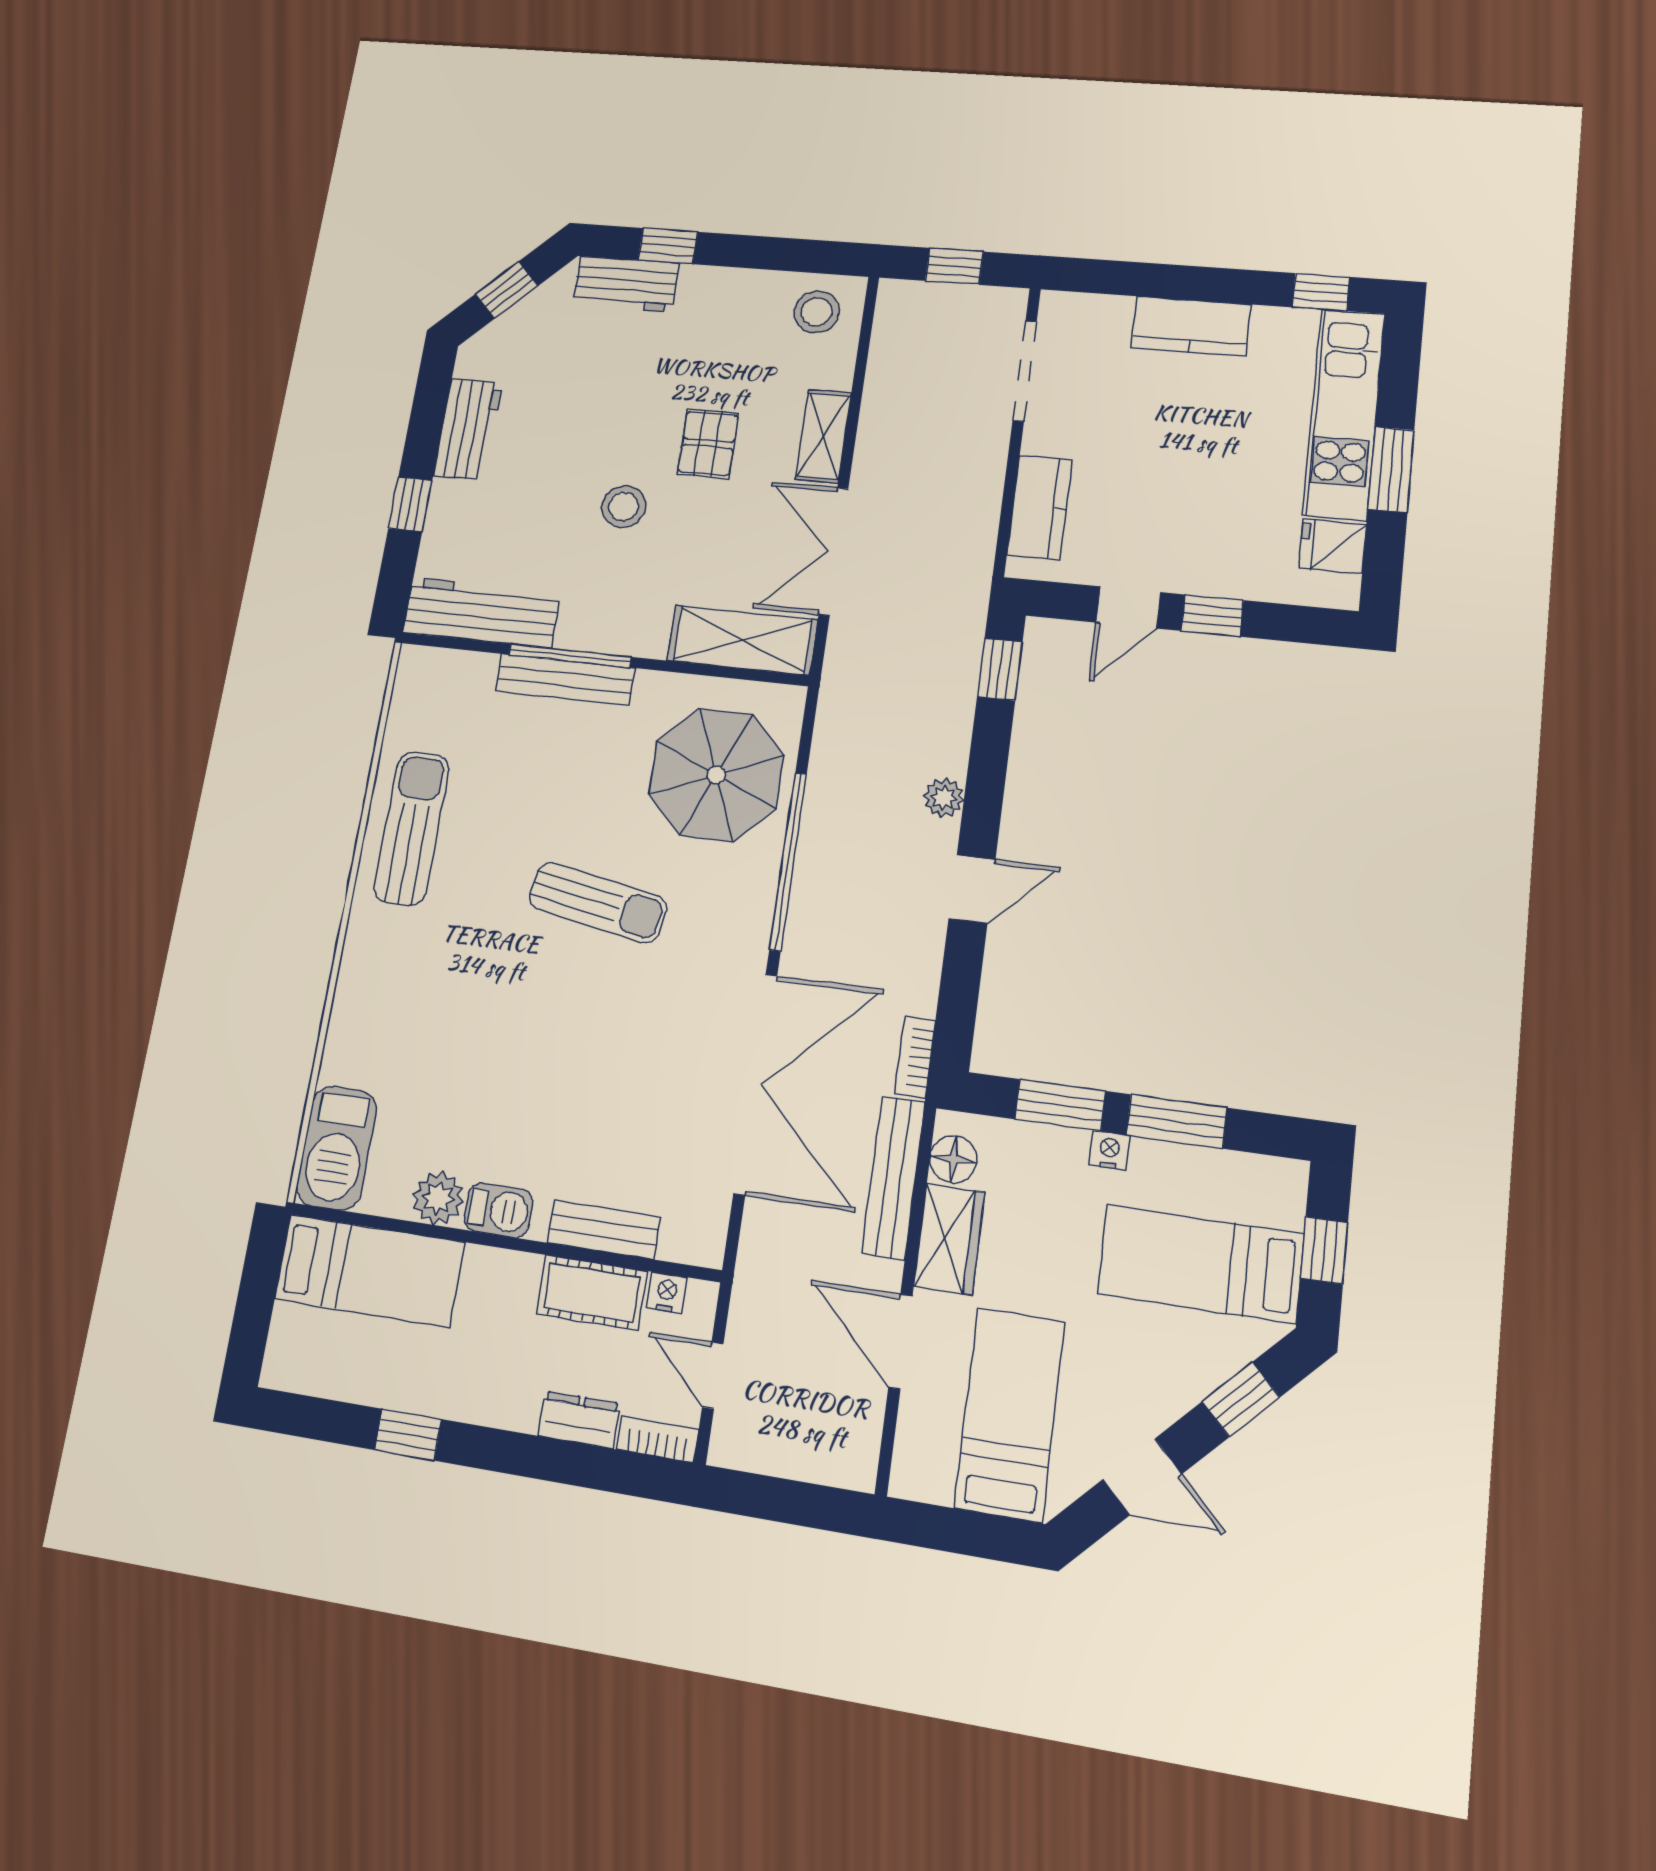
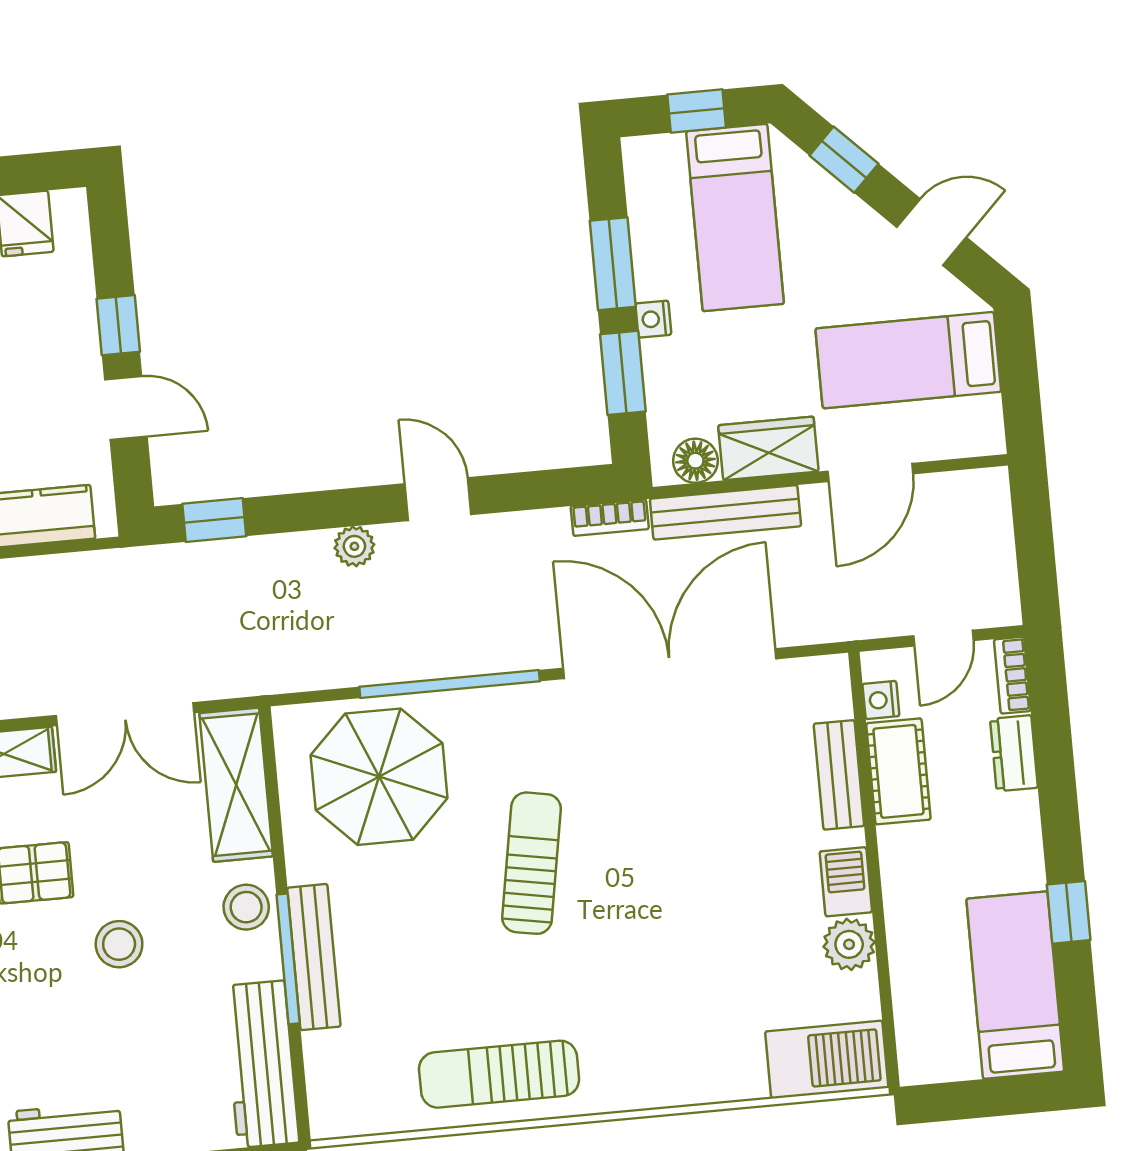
stool: (627, 627) -> (246, 907), added
bed: (369, 1271) -> (1015, 985), moved
door: (1142, 1477) -> (932, 232), hinge flipped

